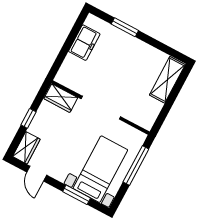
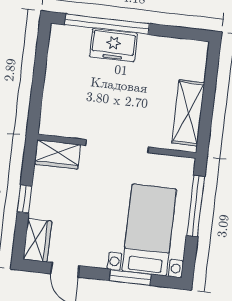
window: (125, 27) -> (107, 24), width x2.11
freezer: (84, 43) -> (113, 45), moved, turned 90
shelving: (167, 80) -> (188, 113), moved

